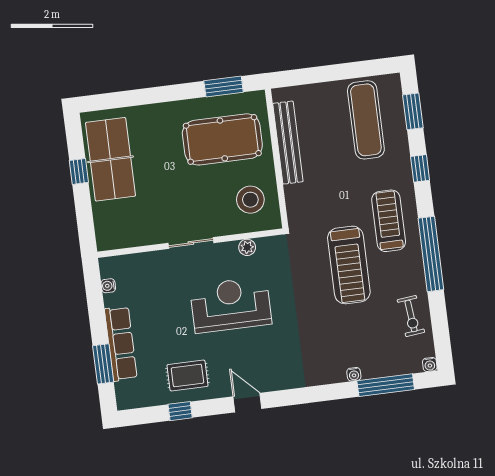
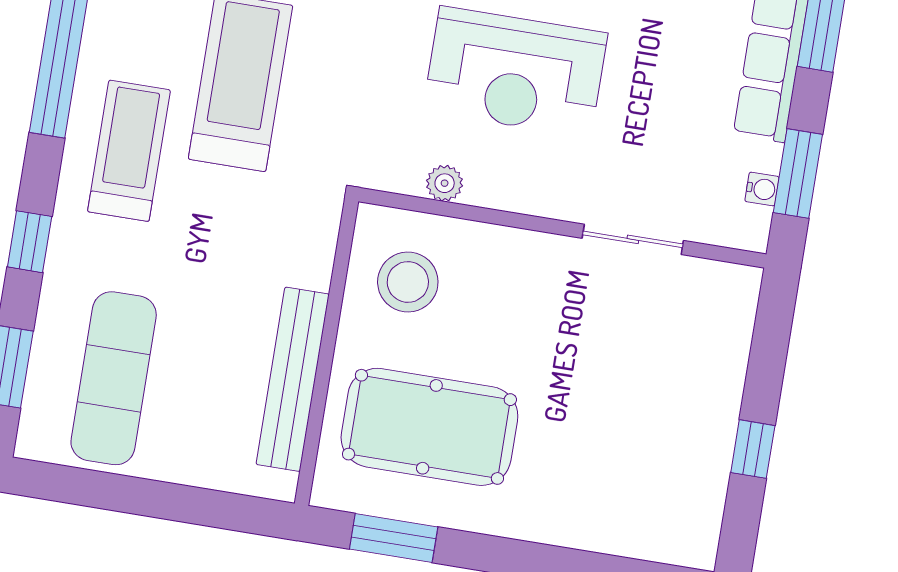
table tennis table: (110, 159) -> (678, 455), removed
treadmill: (389, 221) -> (129, 151), turned 180
sliding door: (191, 243) -> (633, 239), moved
window: (95, 297) -> (798, 174), added

